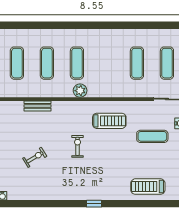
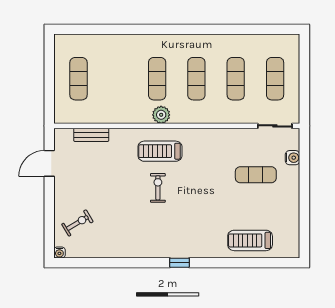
exercise mat: (47, 63) -> (196, 79), moved
bench: (37, 106) -> (91, 135), moved
treadmill: (109, 121) -> (160, 151), moved, turned 180
exercise bike: (35, 157) -> (77, 223), moved

